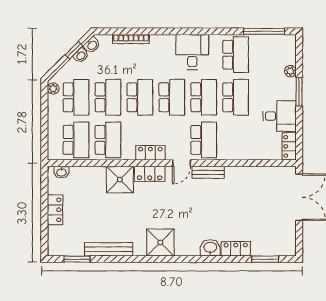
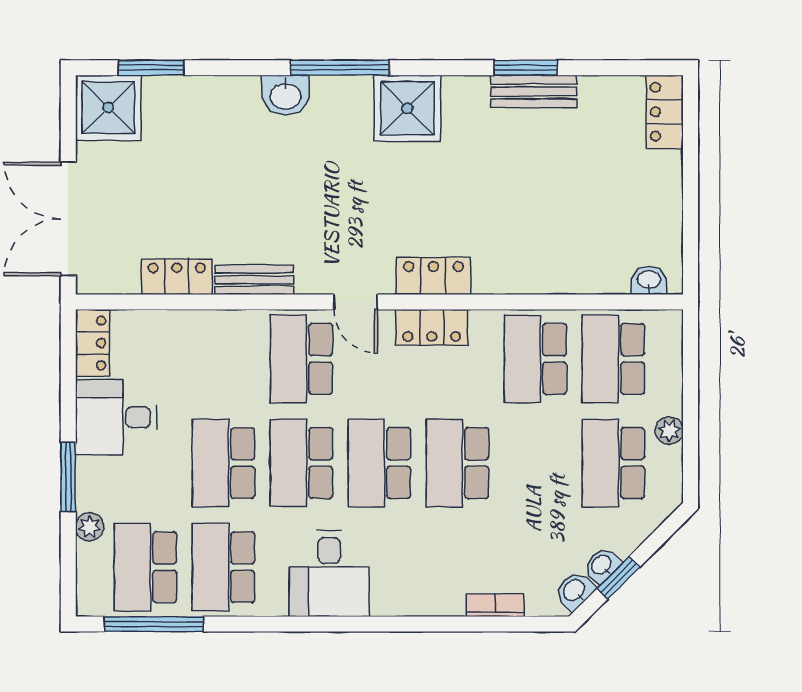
bookcase: (131, 39) -> (495, 605), width x0.64
plant: (53, 89) -> (669, 430), moved
school desk: (108, 97) -> (145, 567), moved
door: (182, 163) -> (356, 302), swing flipped
bench: (208, 172) -> (254, 280), moved
shower: (120, 180) -> (108, 108), moved
locker: (55, 210) -> (665, 112), moved
bench: (109, 249) -> (534, 91), width x0.73
locker: (236, 249) -> (177, 277), moved, turned 180
window: (77, 259) -> (525, 68), moved
window: (188, 259) -> (340, 68), added

